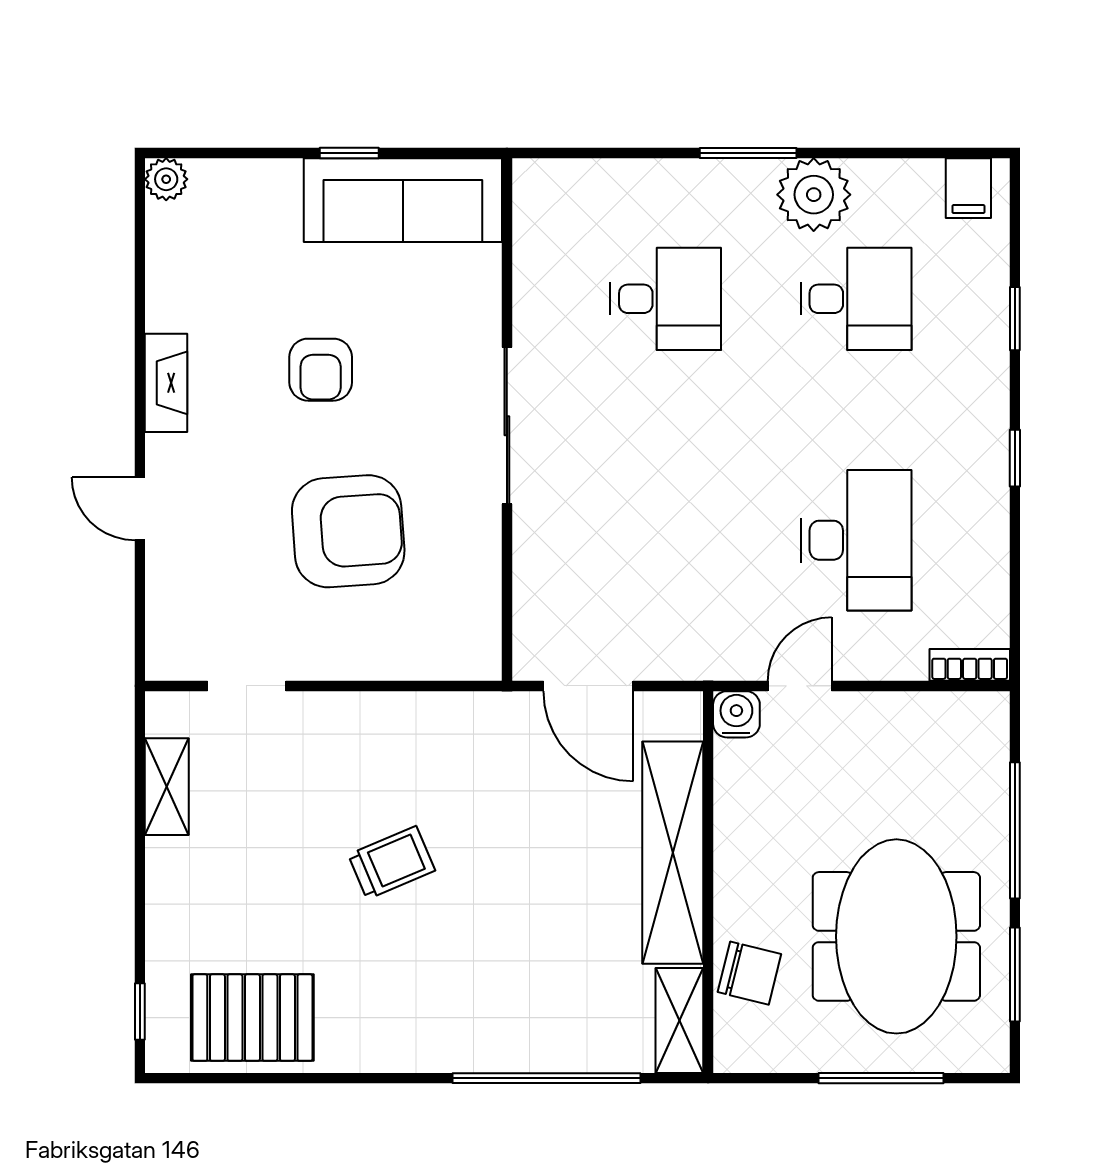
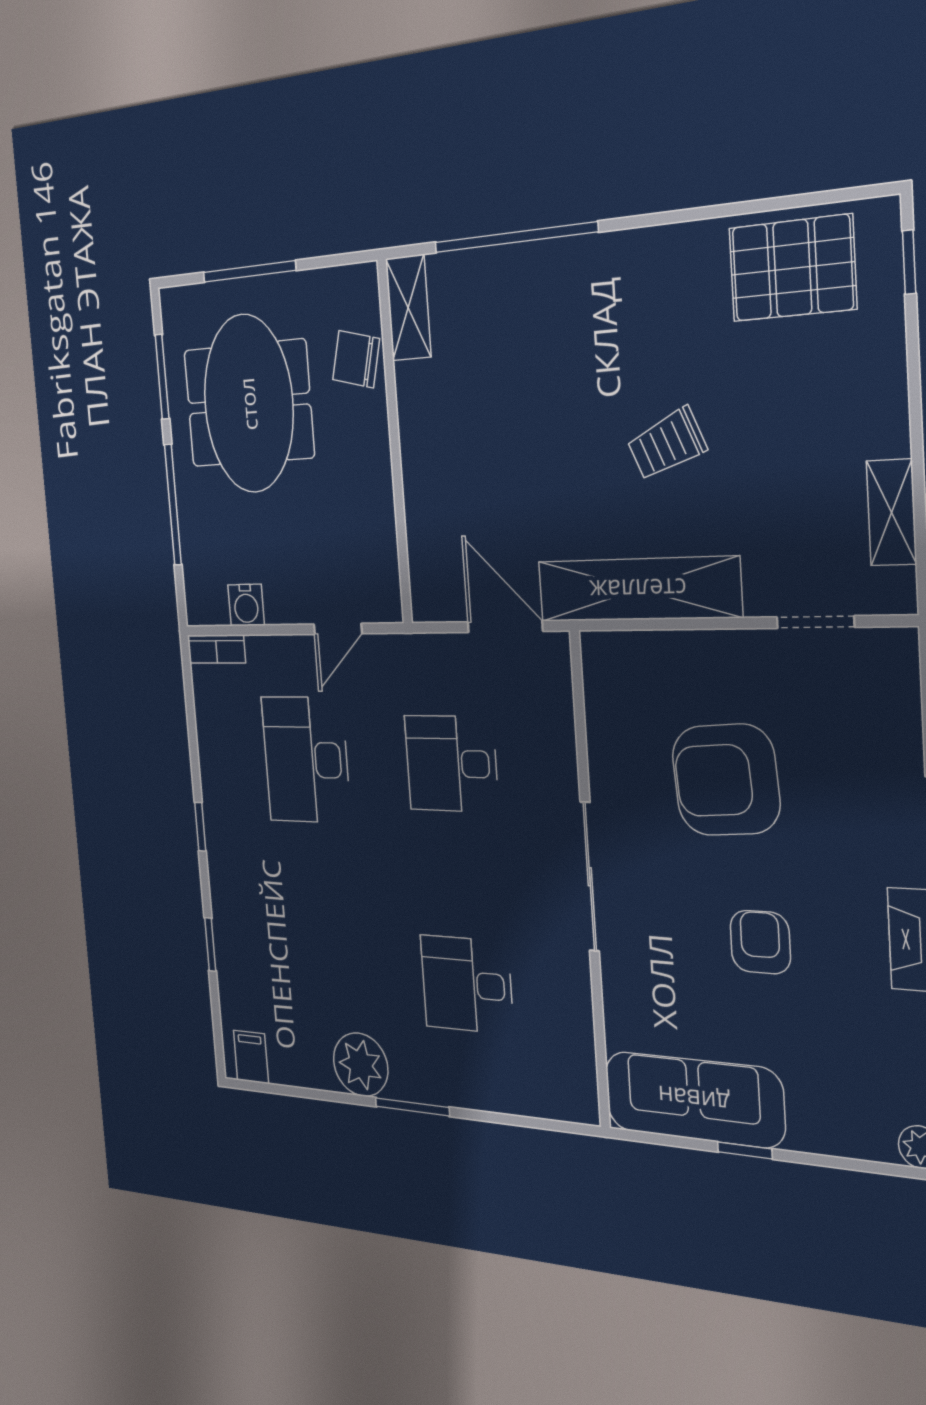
desk: (856, 299) -> (451, 764), moved
water cooler: (736, 714) -> (246, 605), moved
shelving: (673, 853) -> (638, 589), moved, turned 90

